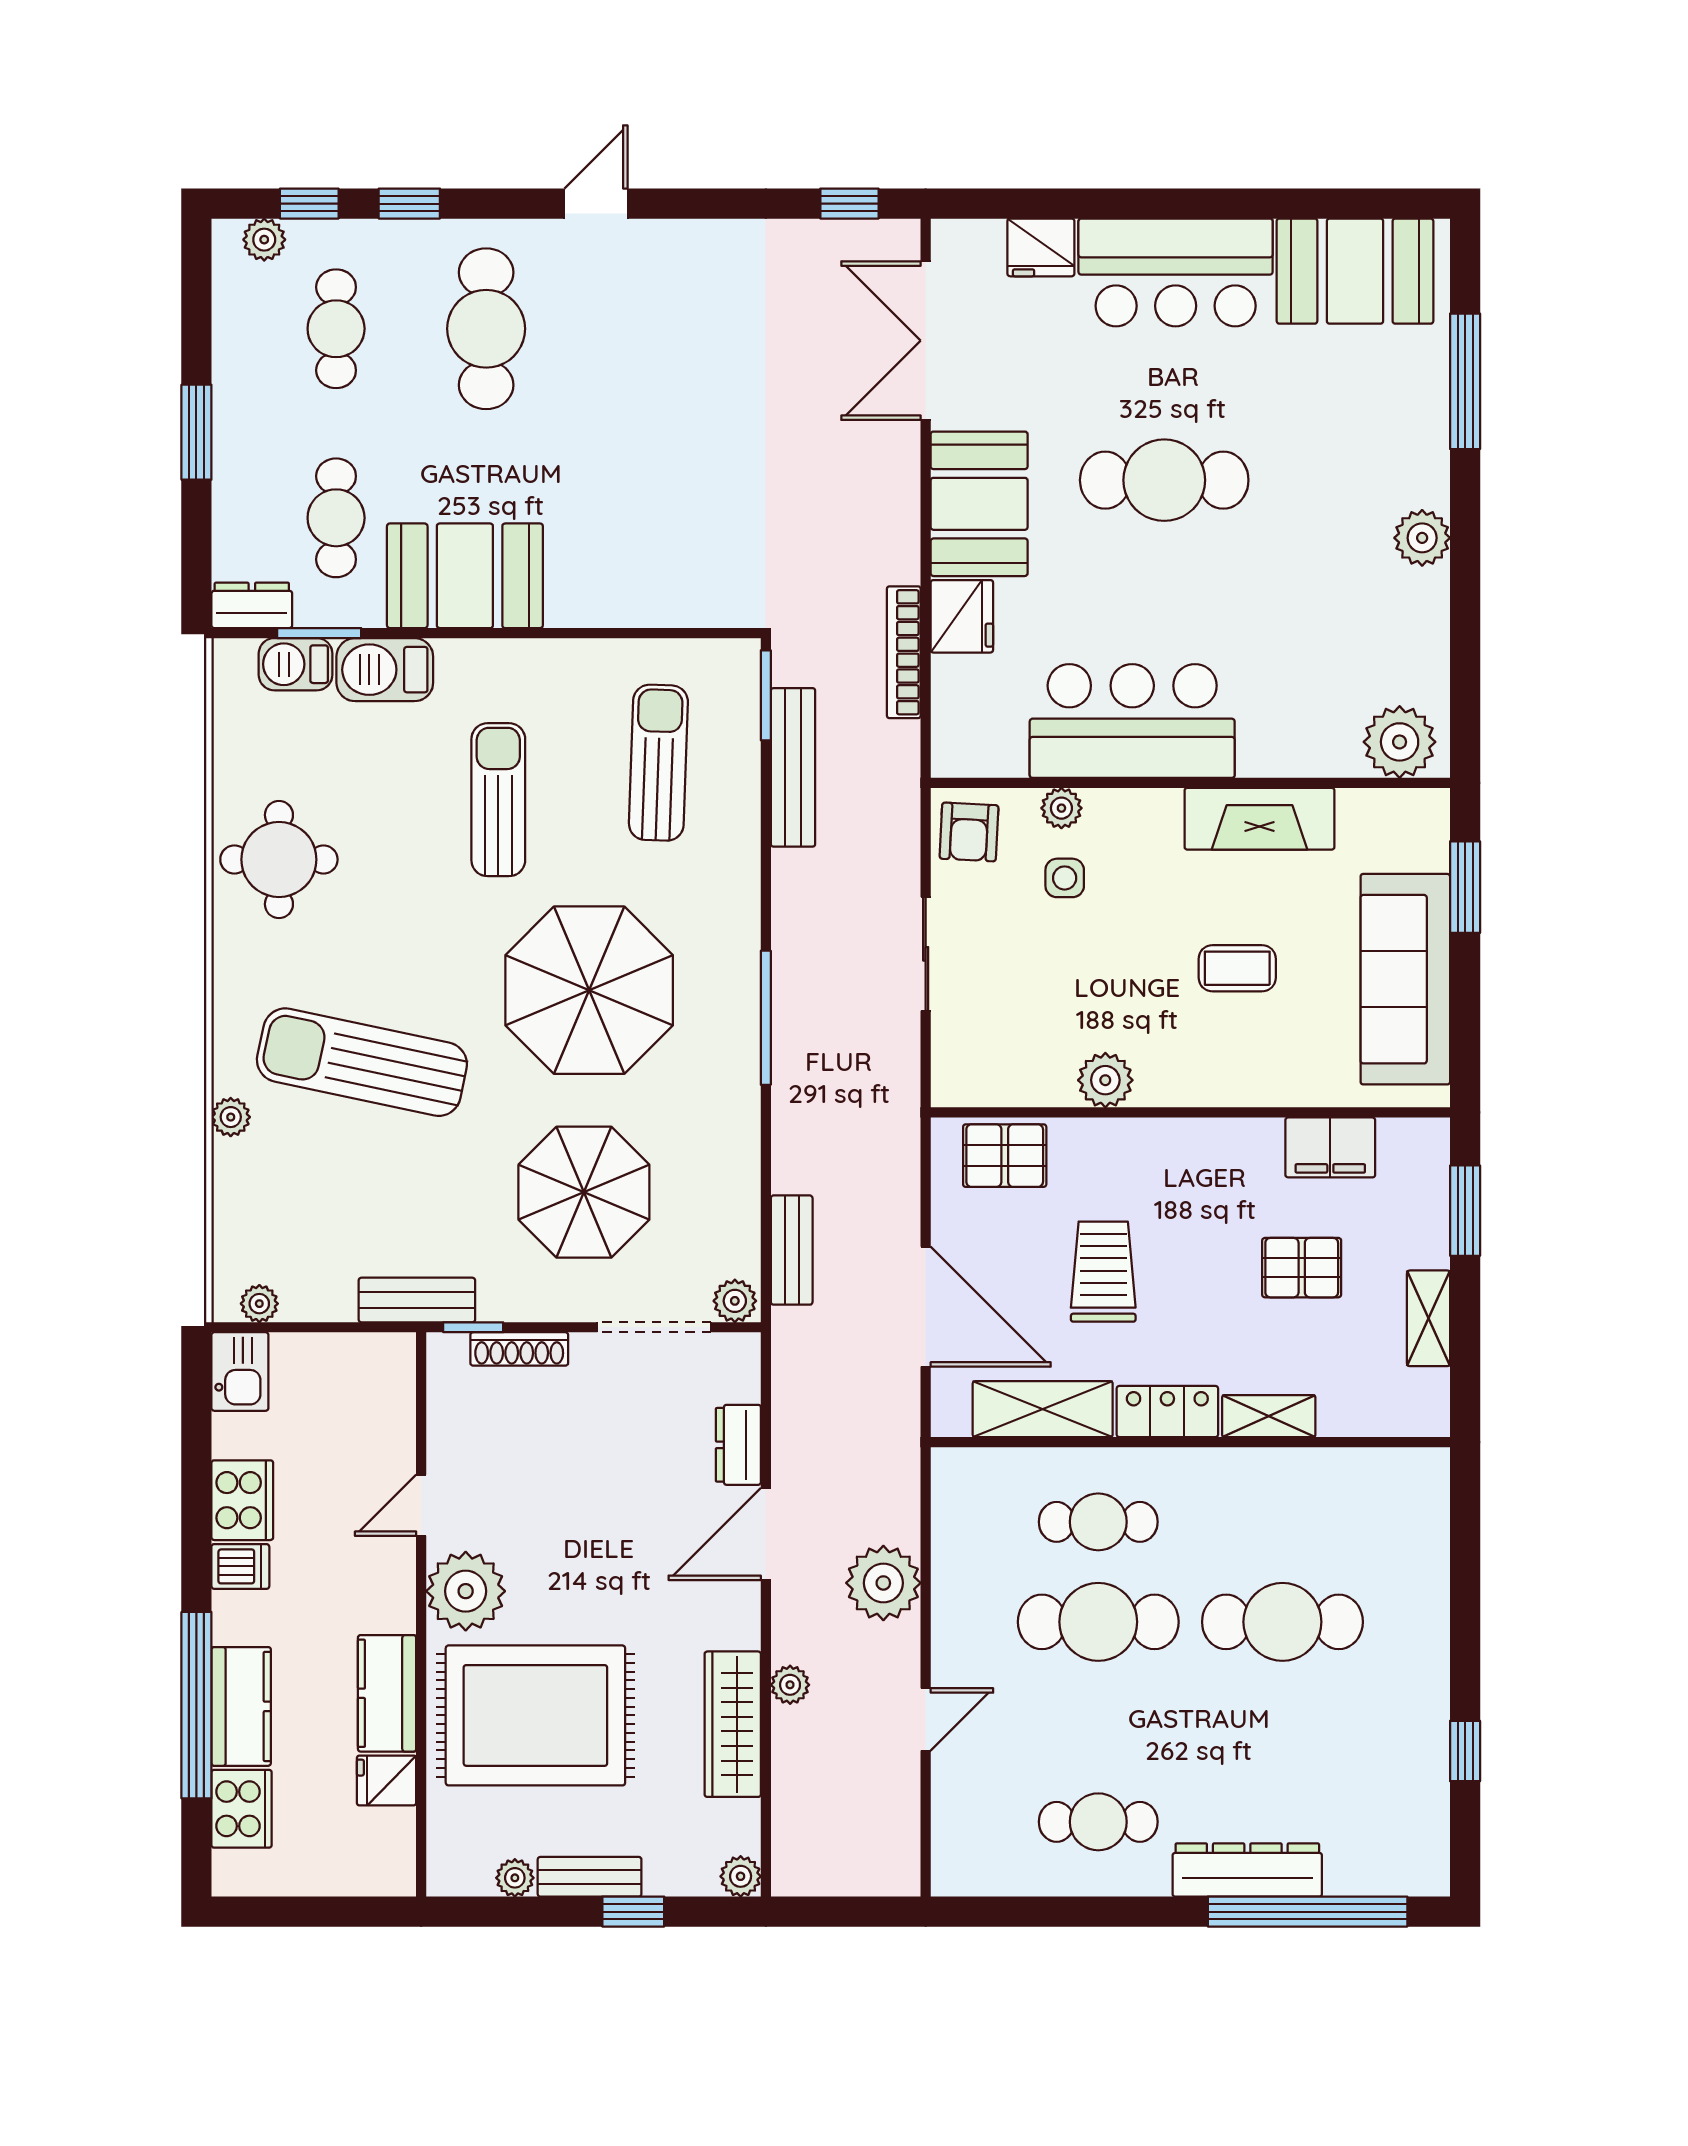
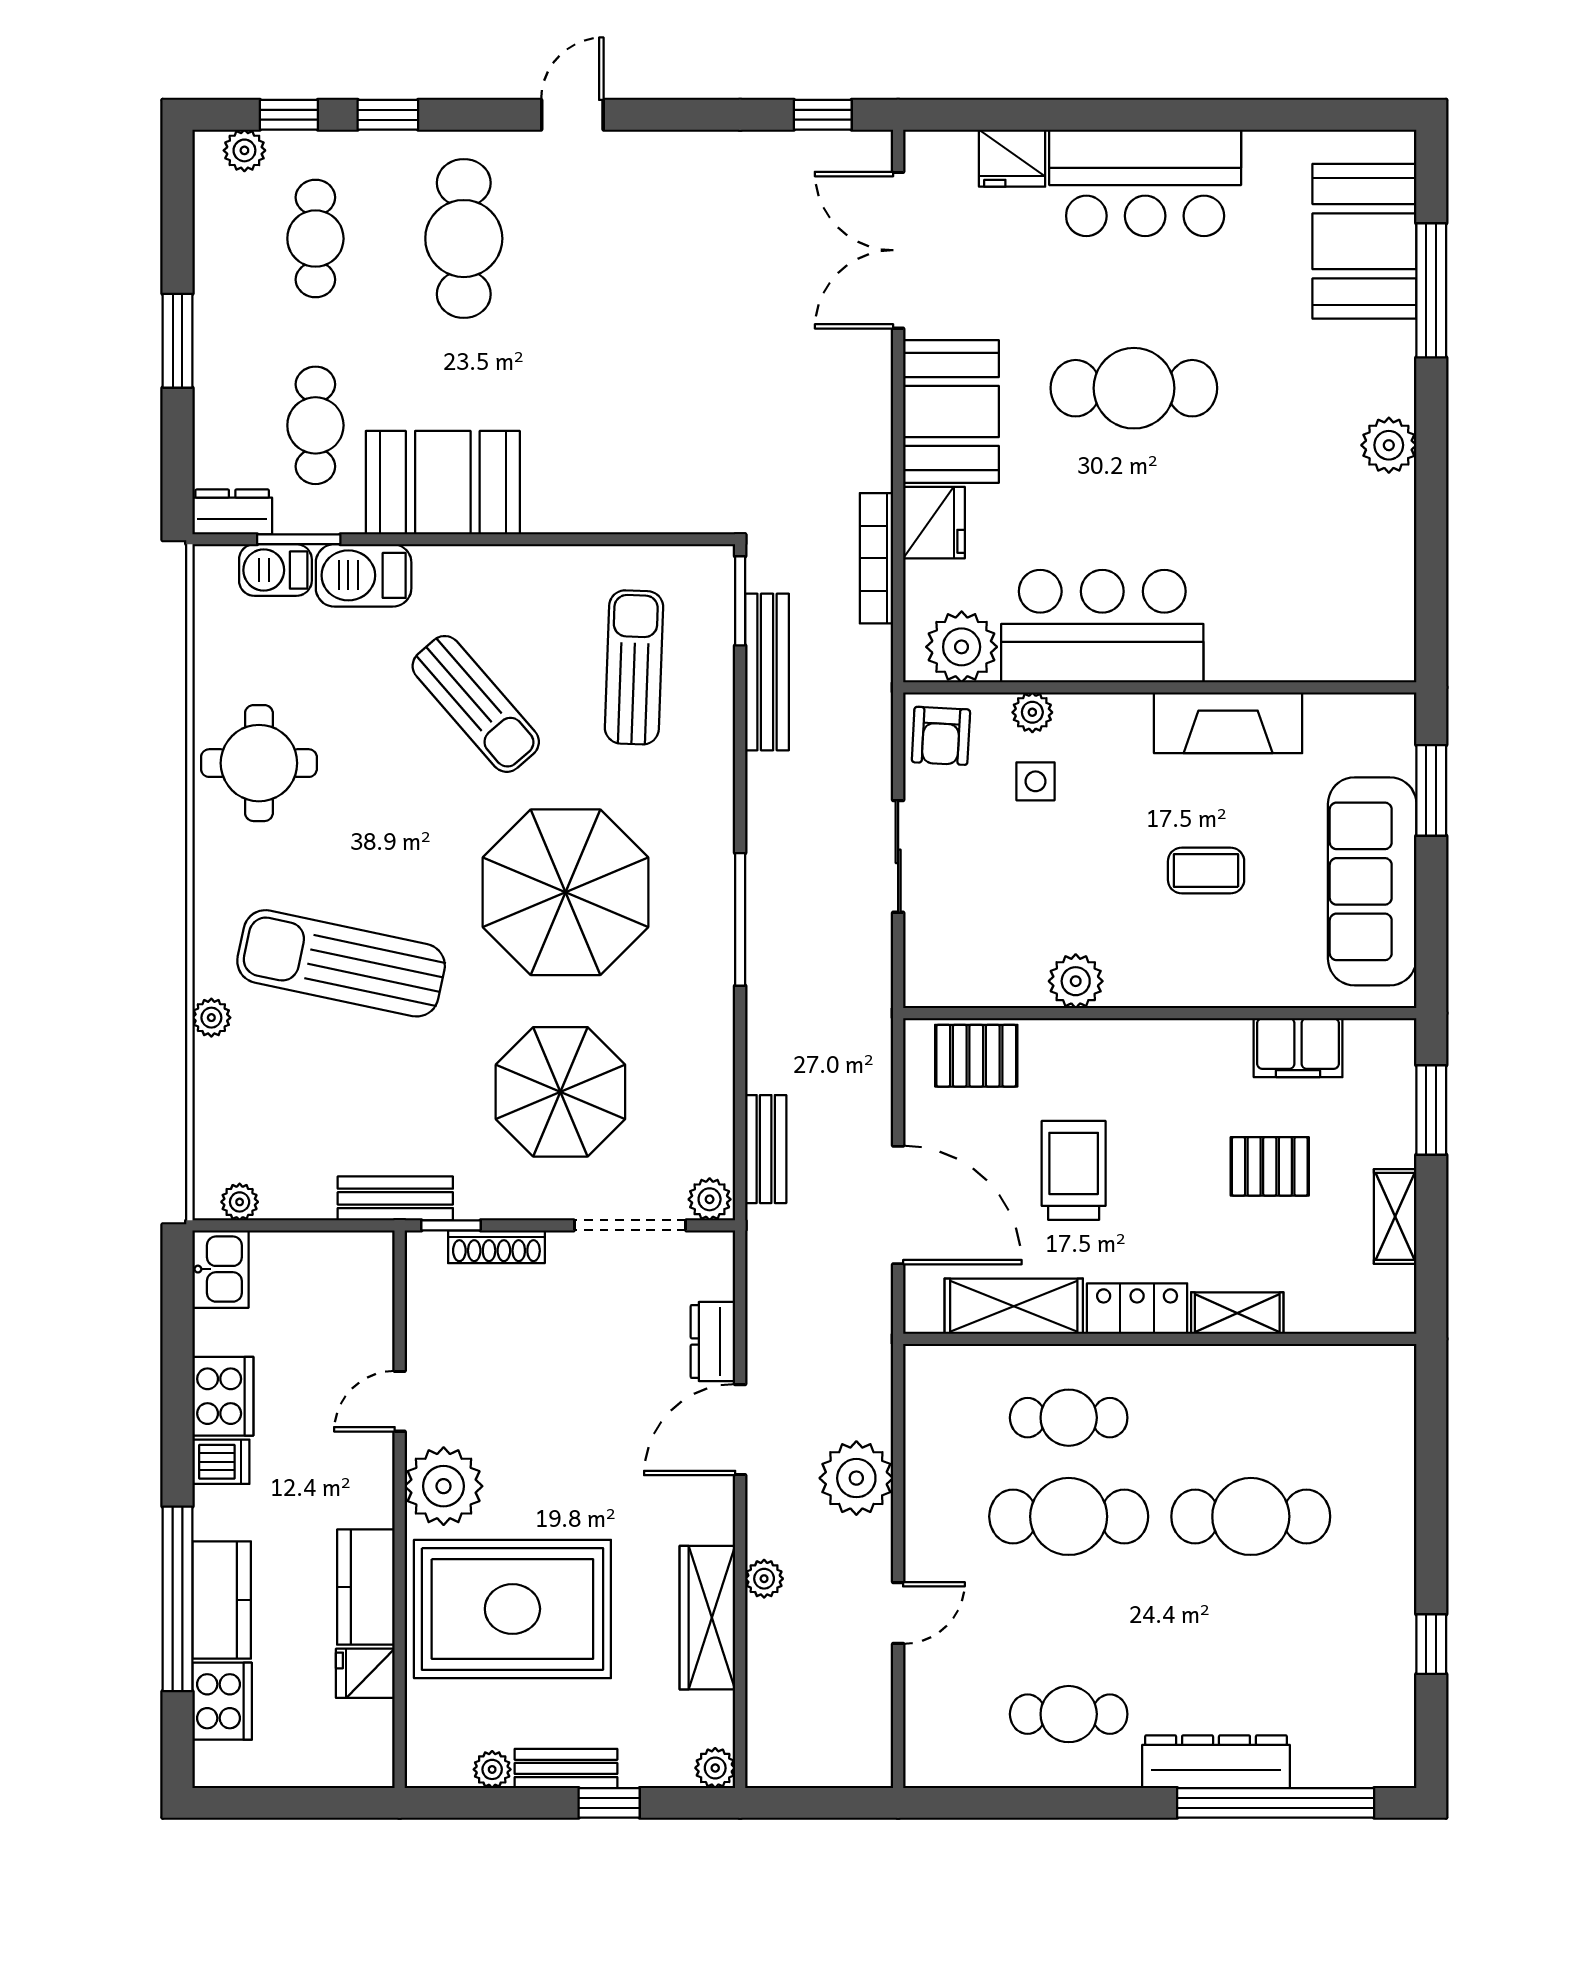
booth: (1355, 271) -> (1364, 241), moved, turned 90
plant: (1400, 742) -> (962, 647), moved
sun lounger: (498, 800) -> (476, 704), turned 139

